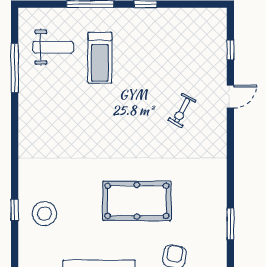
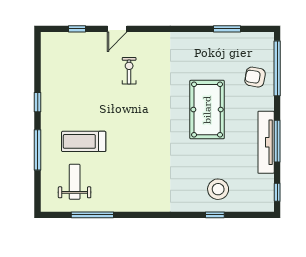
treadmill: (100, 58) -> (84, 141), turned 180
door: (230, 96) -> (117, 29), swing flipped
exercise bike: (182, 110) -> (129, 71), turned -118

